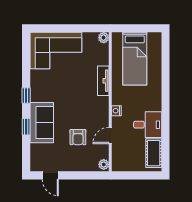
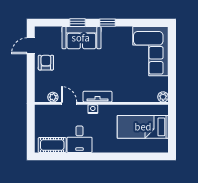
tv unit: (103, 81) -> (98, 97), moved
armchair: (78, 137) -> (46, 63), moved, turned 90
plant: (104, 164) -> (53, 97), moved

